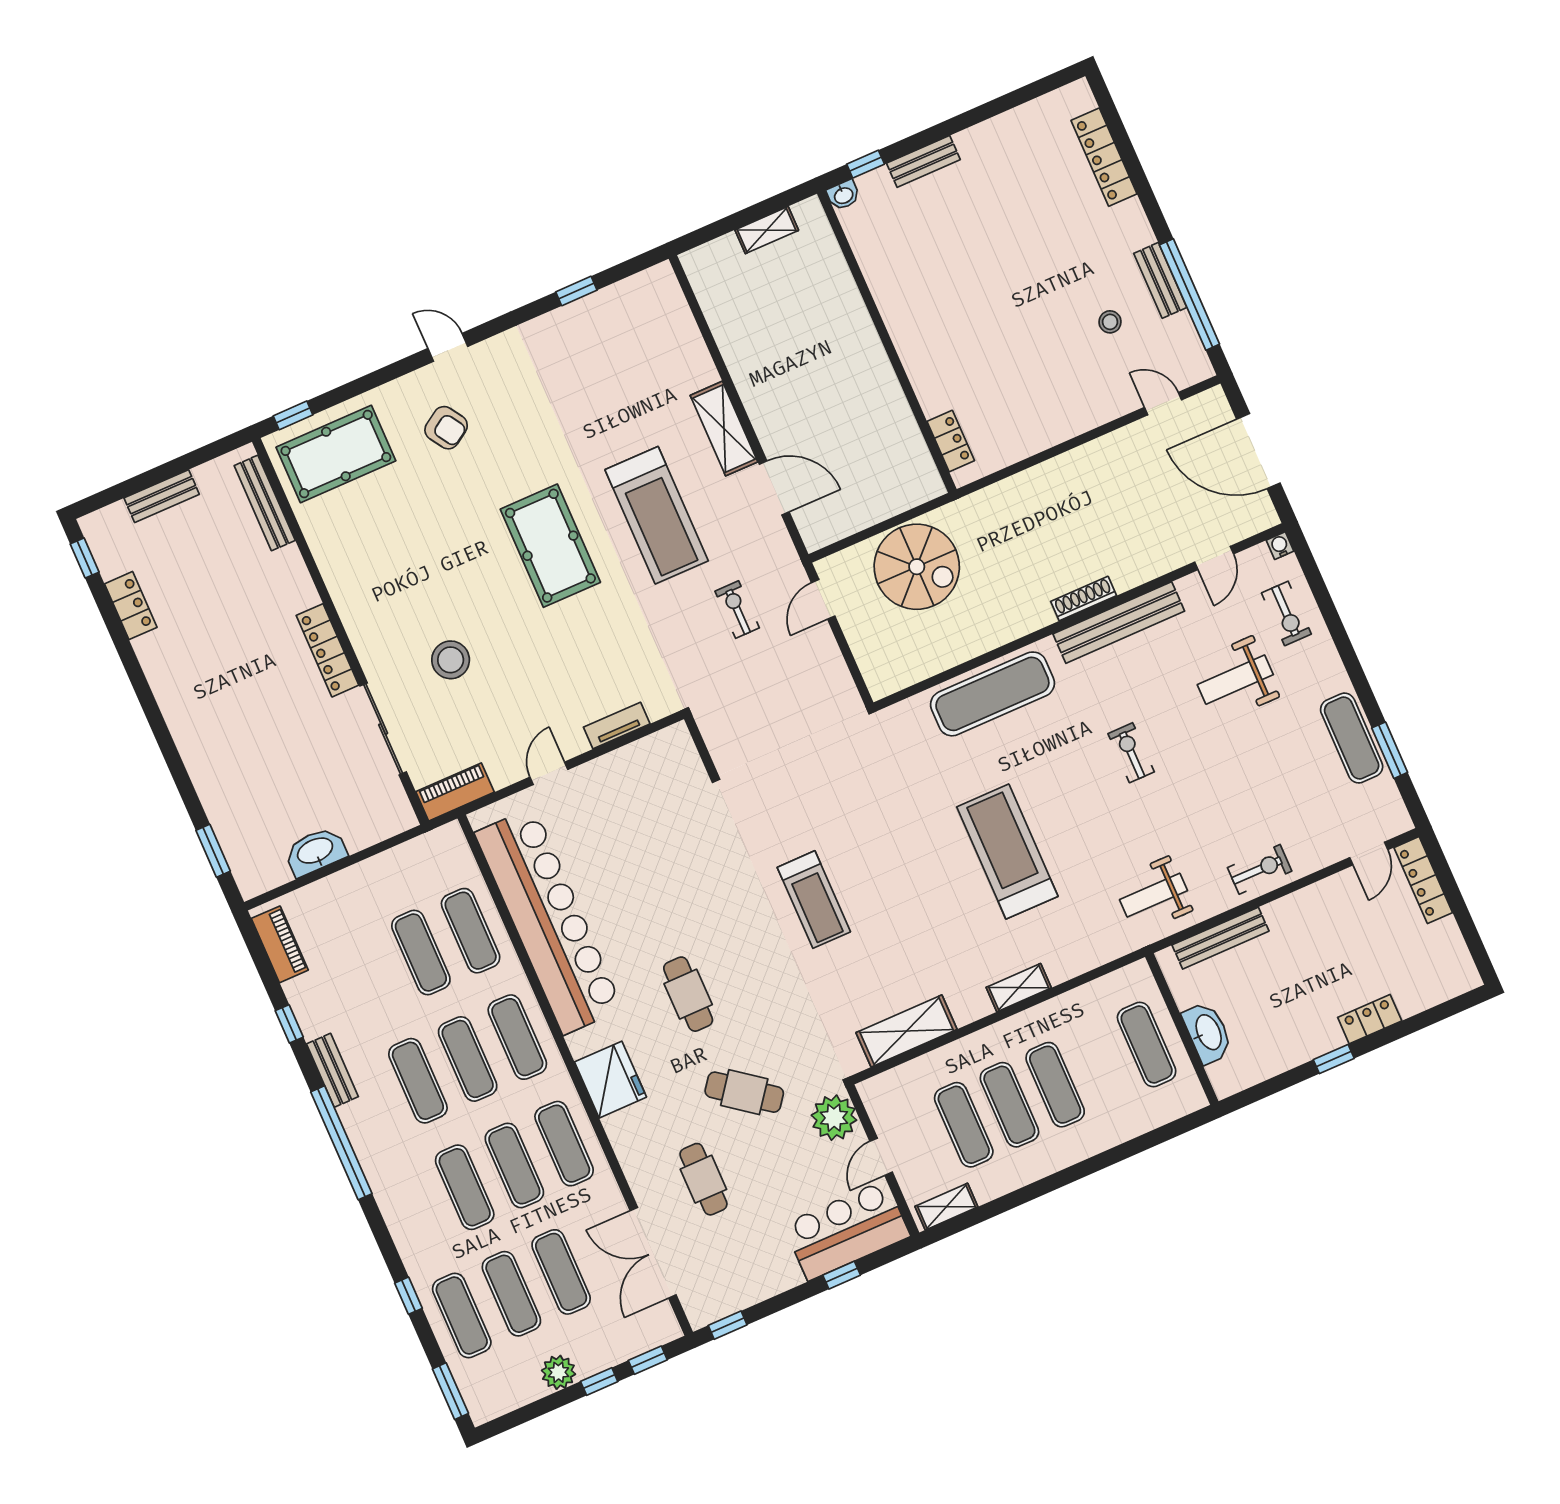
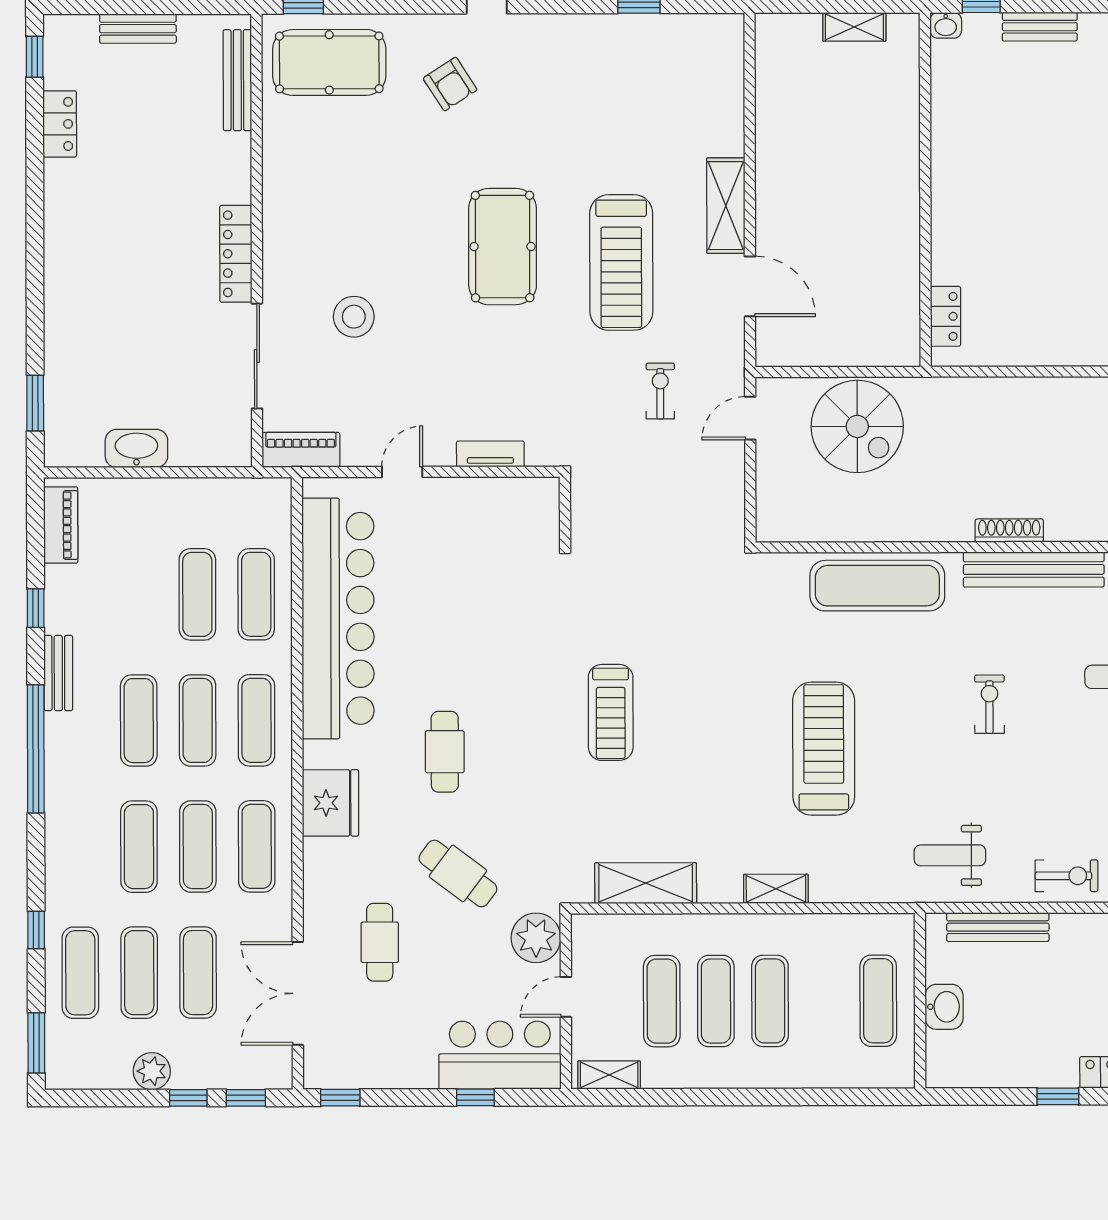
washbasin: (1208, 1033) -> (944, 1007), width x0.72

